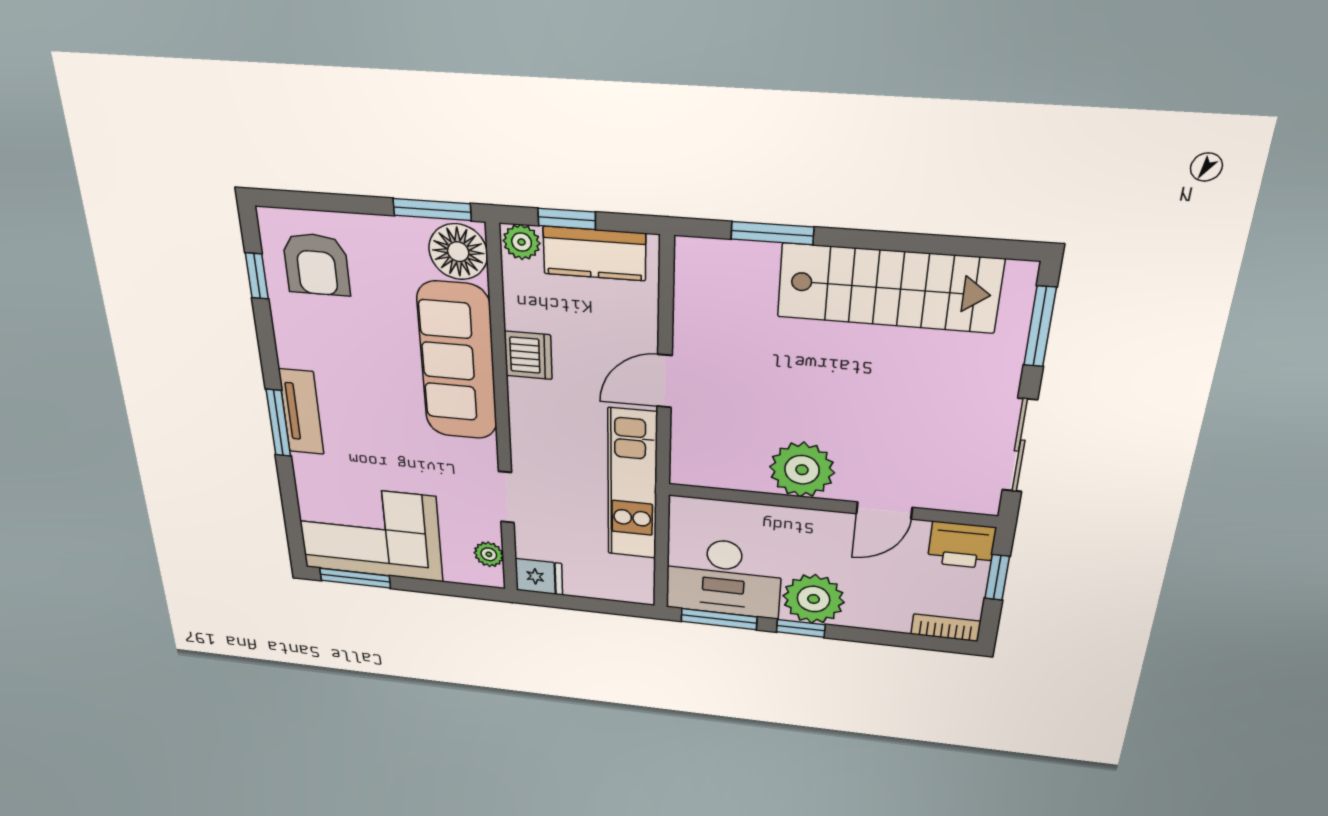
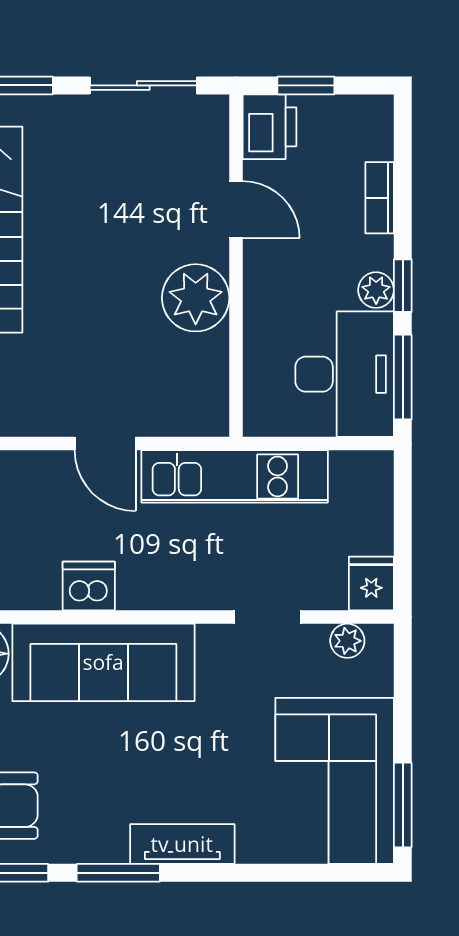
window: (278, 423) -> (118, 873), moved
plant: (814, 599) -> (376, 290), width x0.53, depth x0.53
bookcase: (946, 628) -> (380, 198), moved

